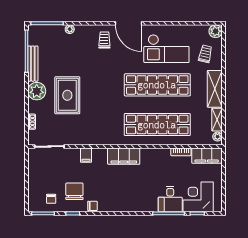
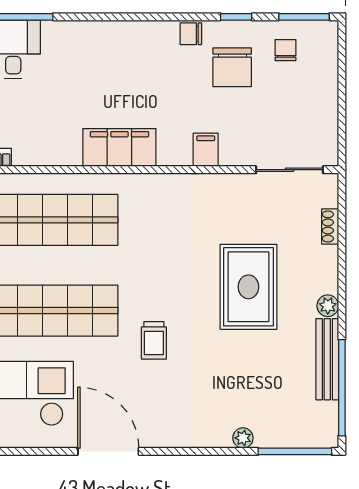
trolley: (104, 40) -> (154, 340), moved
plant: (37, 91) -> (328, 306), width x0.53, depth x0.53

